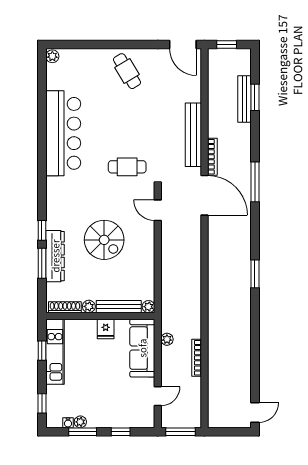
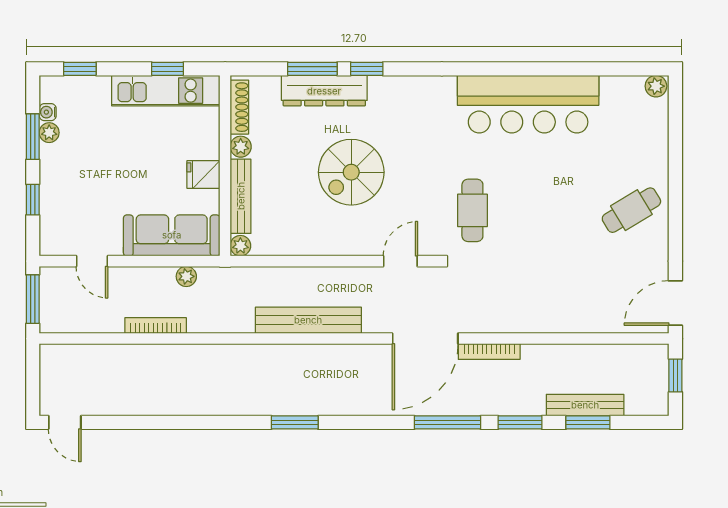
bench: (193, 135) -> (308, 320), moved
window: (255, 138) -> (520, 422), added

